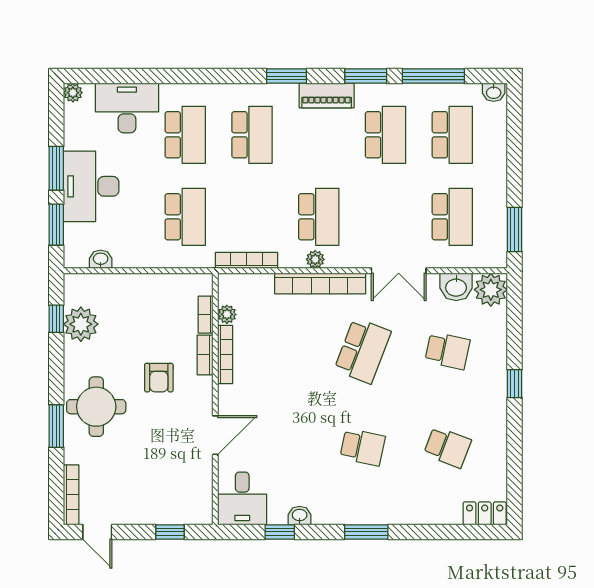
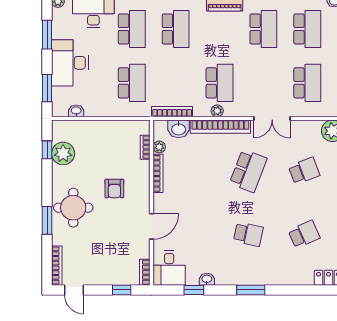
window: (56, 168) -> (47, 35), moved
washbasin: (456, 287) -> (179, 129), moved
school desk: (447, 351) -> (304, 171), turned -33
bookcase: (205, 355) -> (145, 272), moved
school desk: (447, 447) -> (304, 234), turned -45

